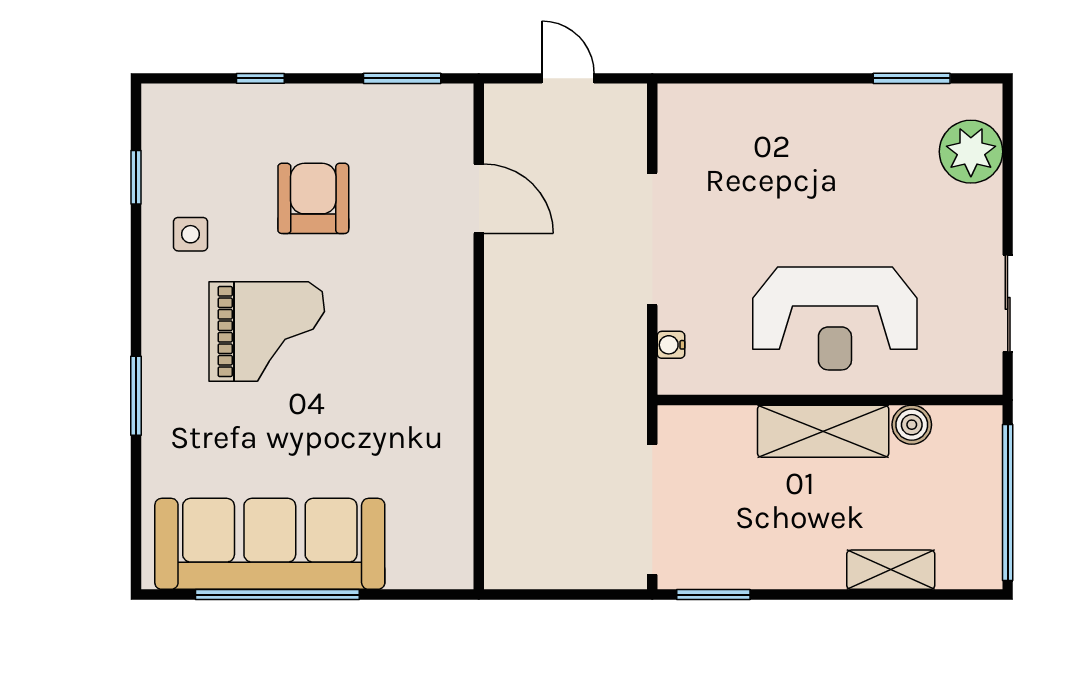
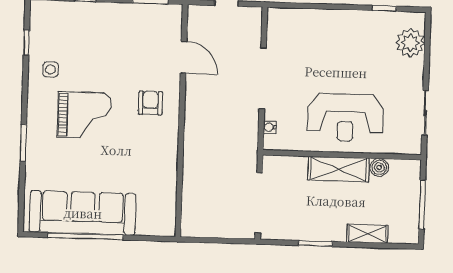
window: (912, 78) -> (384, 8), width x0.67
armchair: (313, 198) -> (151, 103), moved, width x0.72, depth x0.72
window: (1008, 502) -> (422, 205), width x0.68
window: (713, 595) -> (315, 244), moved

